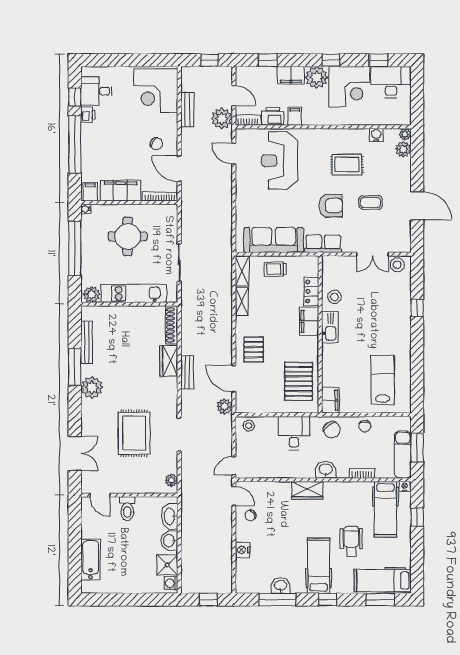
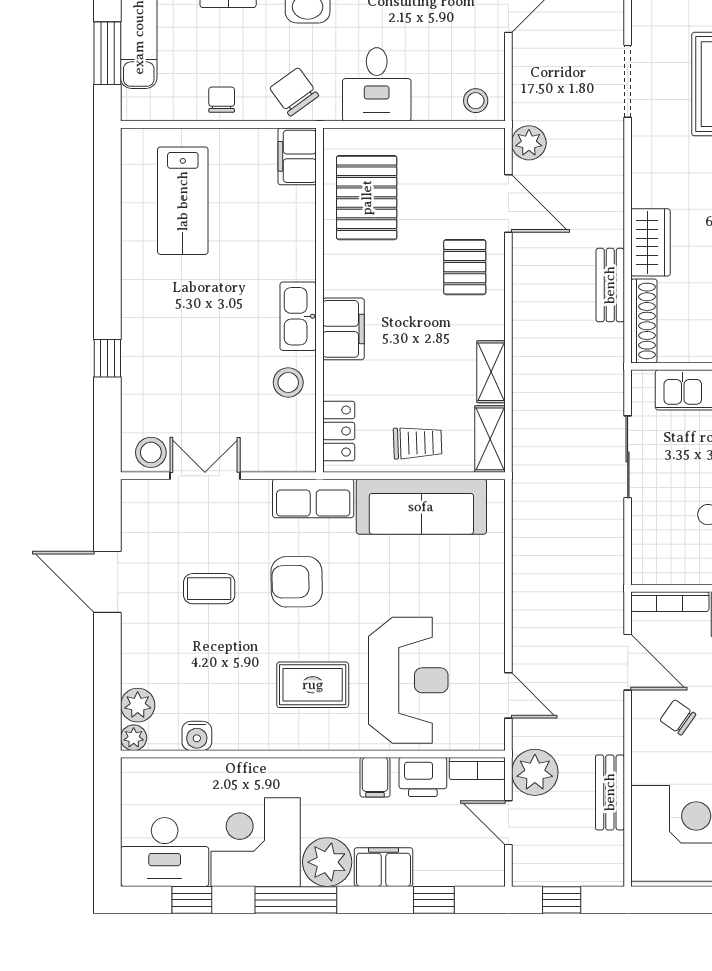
window: (331, 60) -> (296, 900), width x2.17
rug: (347, 165) -> (313, 685), moved
locker: (311, 291) -> (339, 431), moved
bench: (187, 372) -> (610, 285), moved

